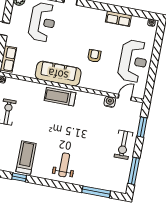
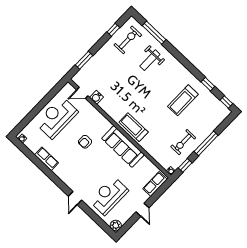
treadmill: (60, 97) -> (134, 127), turned 180
exercise bike: (123, 145) -> (128, 40), moved
treadmill: (26, 158) -> (183, 100), moved
weight bench: (64, 165) -> (150, 60), moved
window: (134, 171) -> (113, 30), width x0.46

